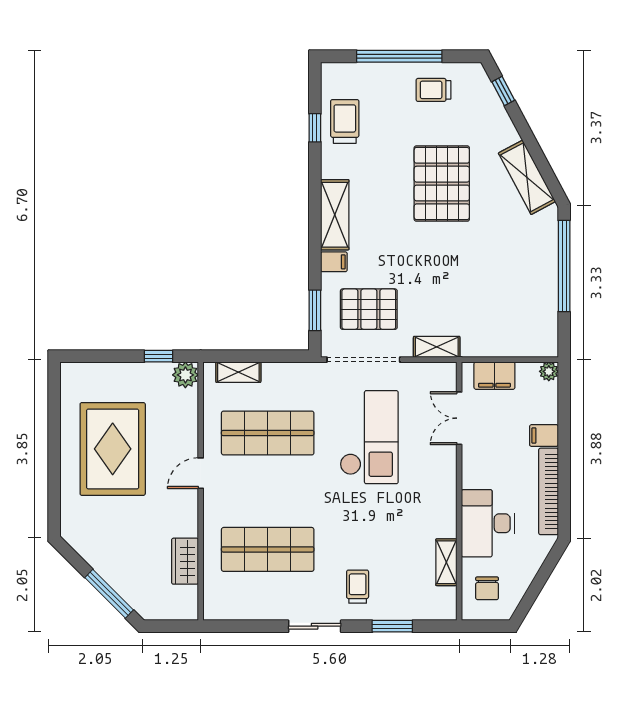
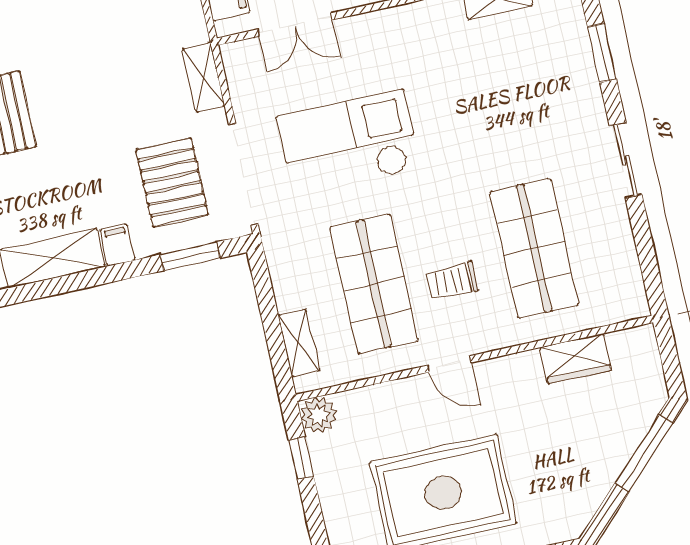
trolley: (358, 587) -> (452, 281), moved

